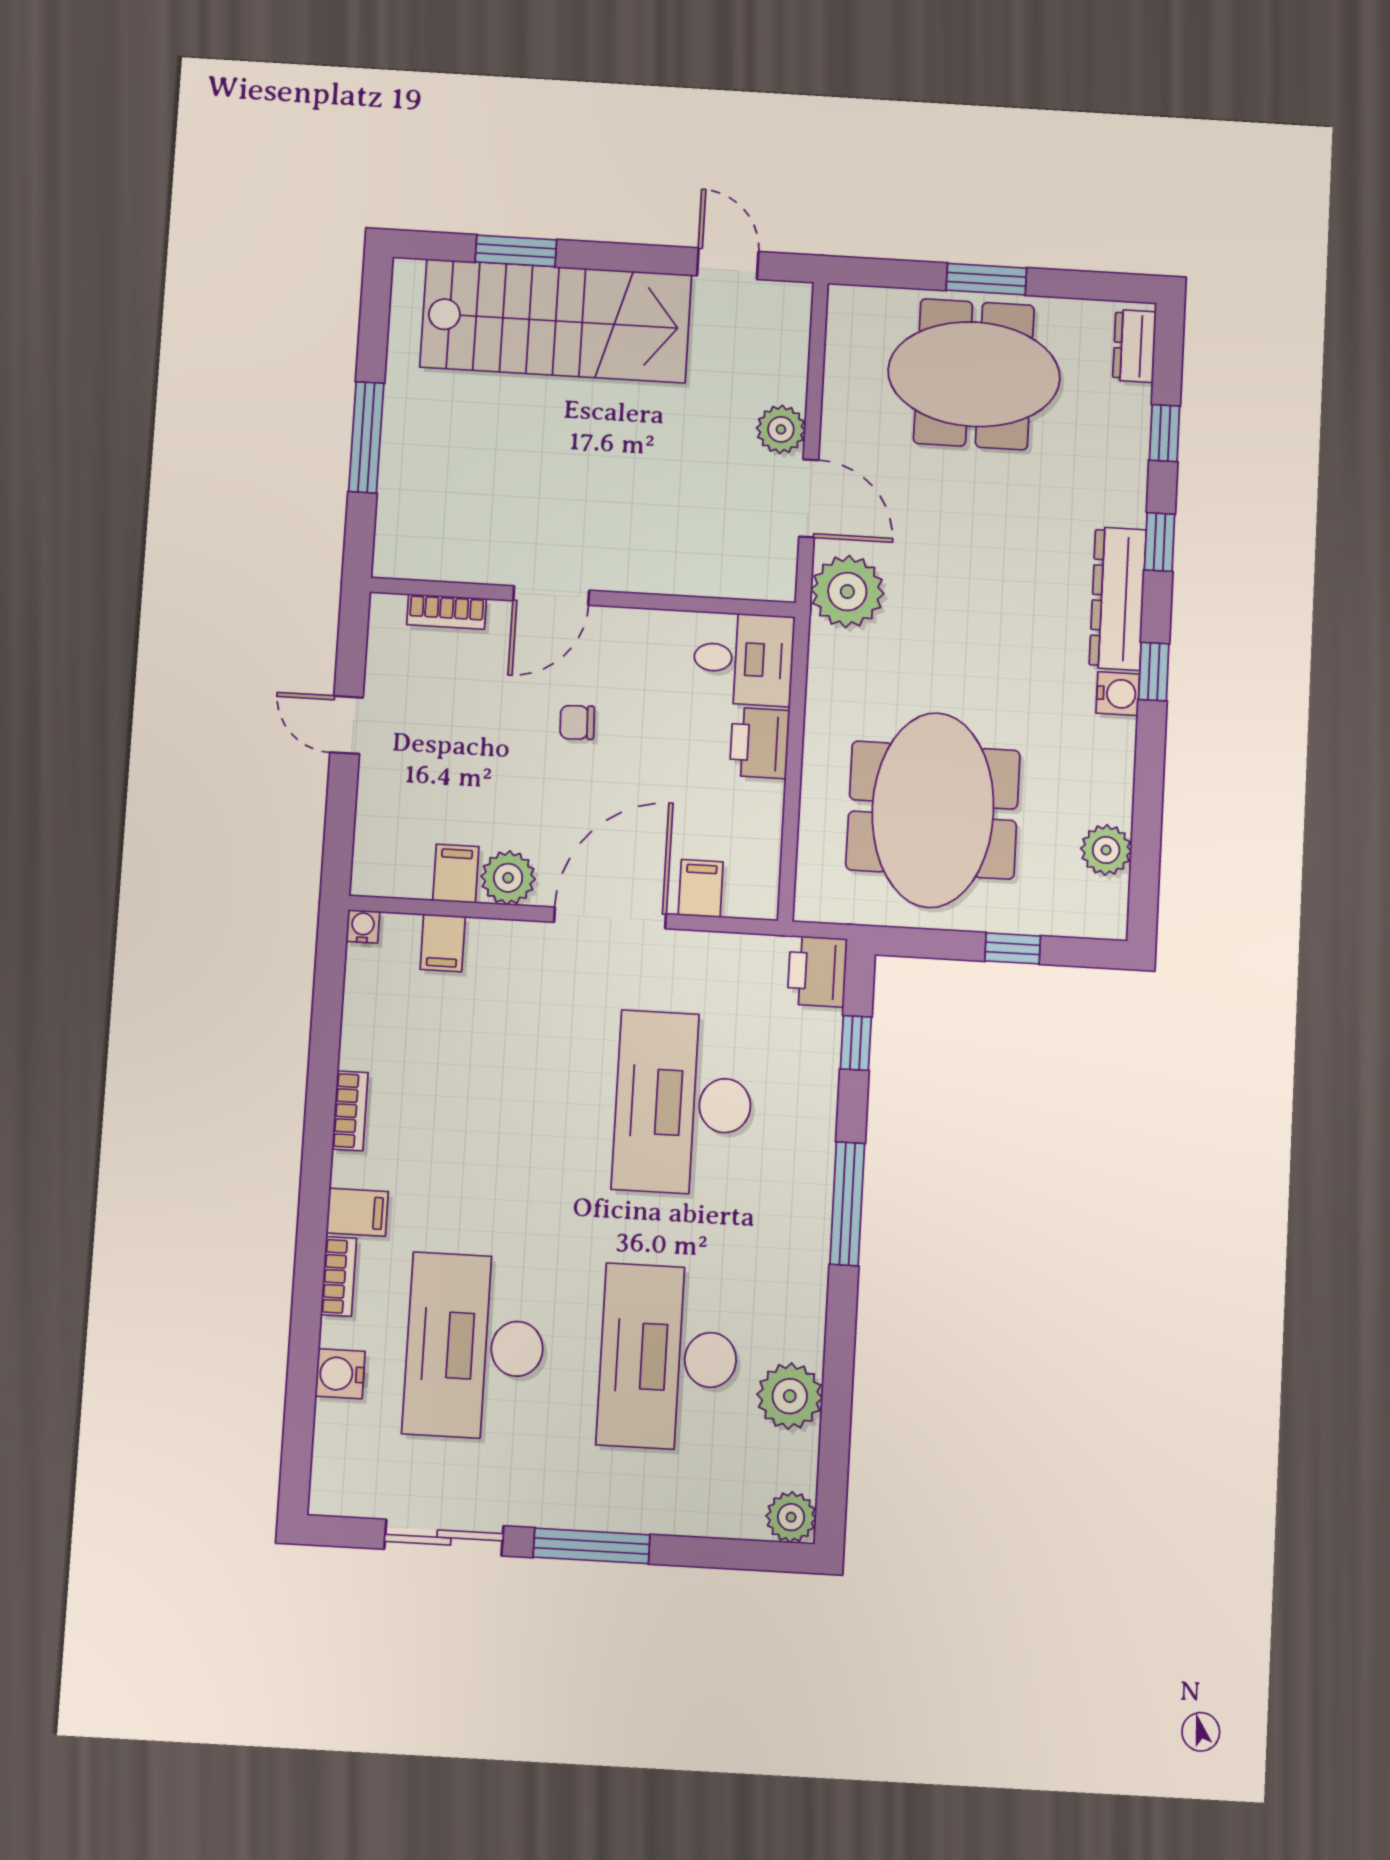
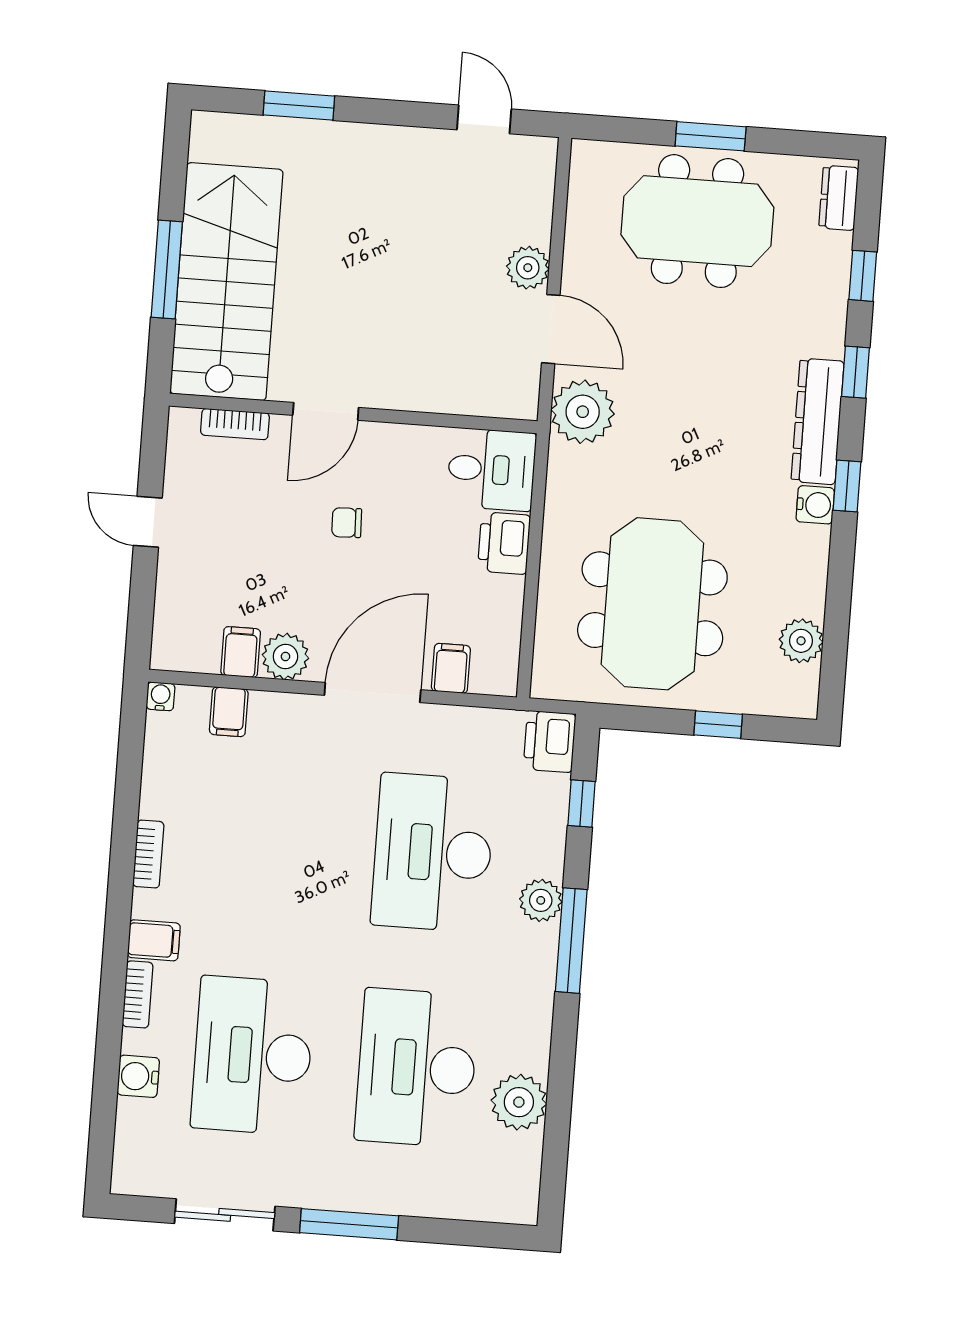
stairs: (556, 321) -> (226, 282), moved, turned -90
plant: (791, 1517) -> (541, 900), moved

